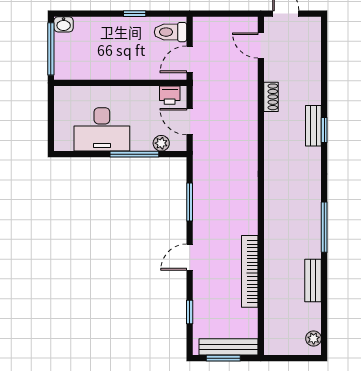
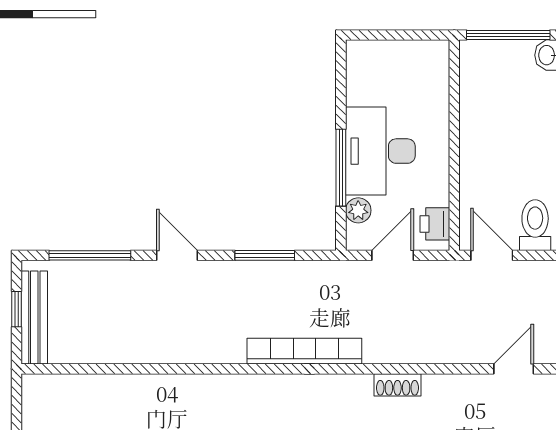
shoe rack: (271, 97) -> (398, 385), moved
desk: (102, 129) -> (380, 151), moved
bookcase: (250, 271) -> (304, 351), moved
window: (190, 312) -> (90, 255), width x2.17
window: (223, 358) -> (16, 309), width x0.67

